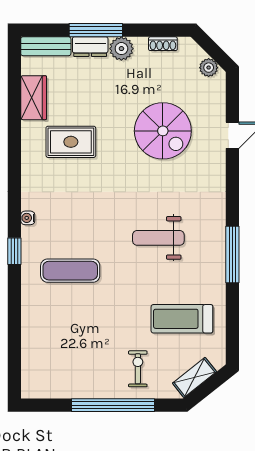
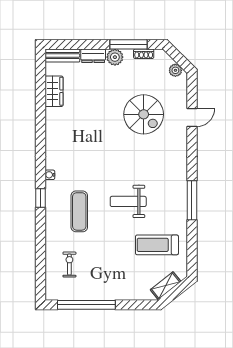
window: (96, 30) -> (129, 44), moved
rug: (71, 142) -> (80, 122), removed
weight bench: (158, 238) -> (128, 201), moved
exercise mat: (70, 271) -> (79, 211), turned 90
exercise bike: (138, 369) -> (69, 265), moved
window: (113, 405) -> (86, 305), moved

